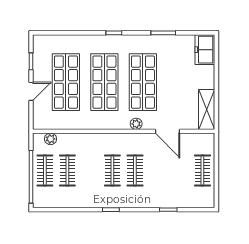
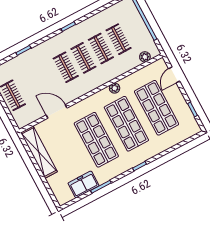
freezer: (205, 50) -> (84, 184), moved, turned -90
door: (31, 91) -> (174, 75), moved
shelving: (207, 110) -> (39, 152), width x1.47
plant: (136, 124) -> (115, 88), moved
clothes rail: (45, 170) -> (101, 49), moved

